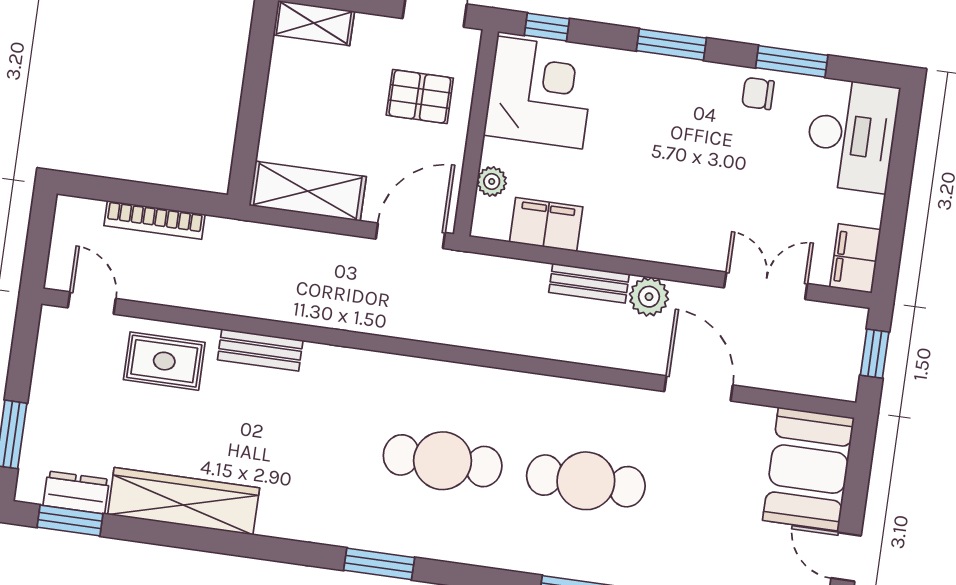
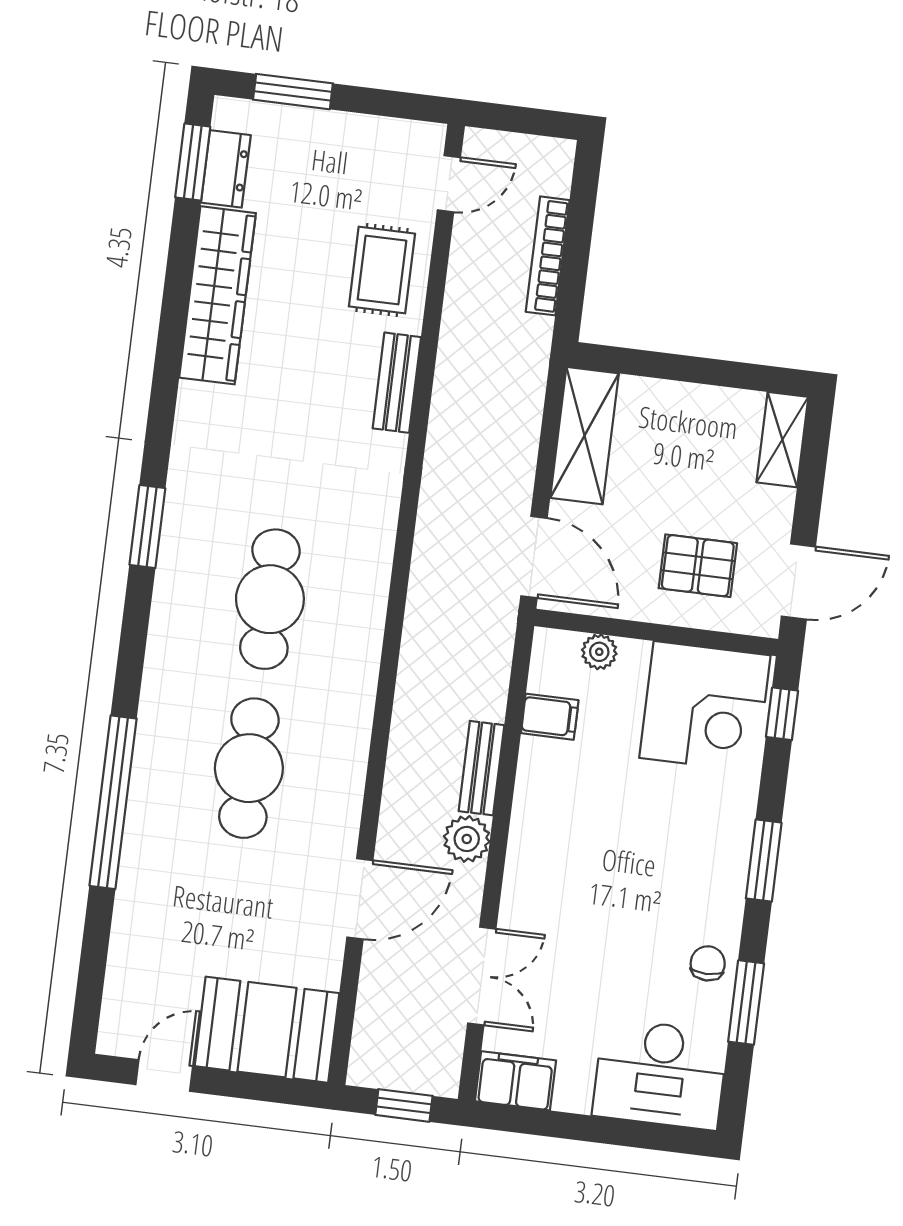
pallet: (420, 97) -> (698, 566), turned 90
filing cabinet: (546, 224) -> (550, 717), width x0.50

